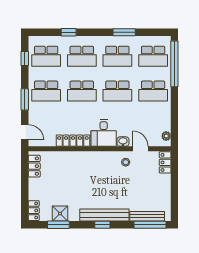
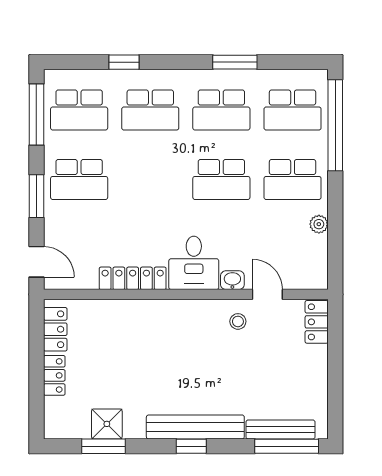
window: (25, 58) -> (36, 114), width x2.17
school desk: (82, 91) -> (150, 179), removed
plant: (166, 136) -> (319, 224), moved
locker: (34, 211) -> (54, 375), moved

